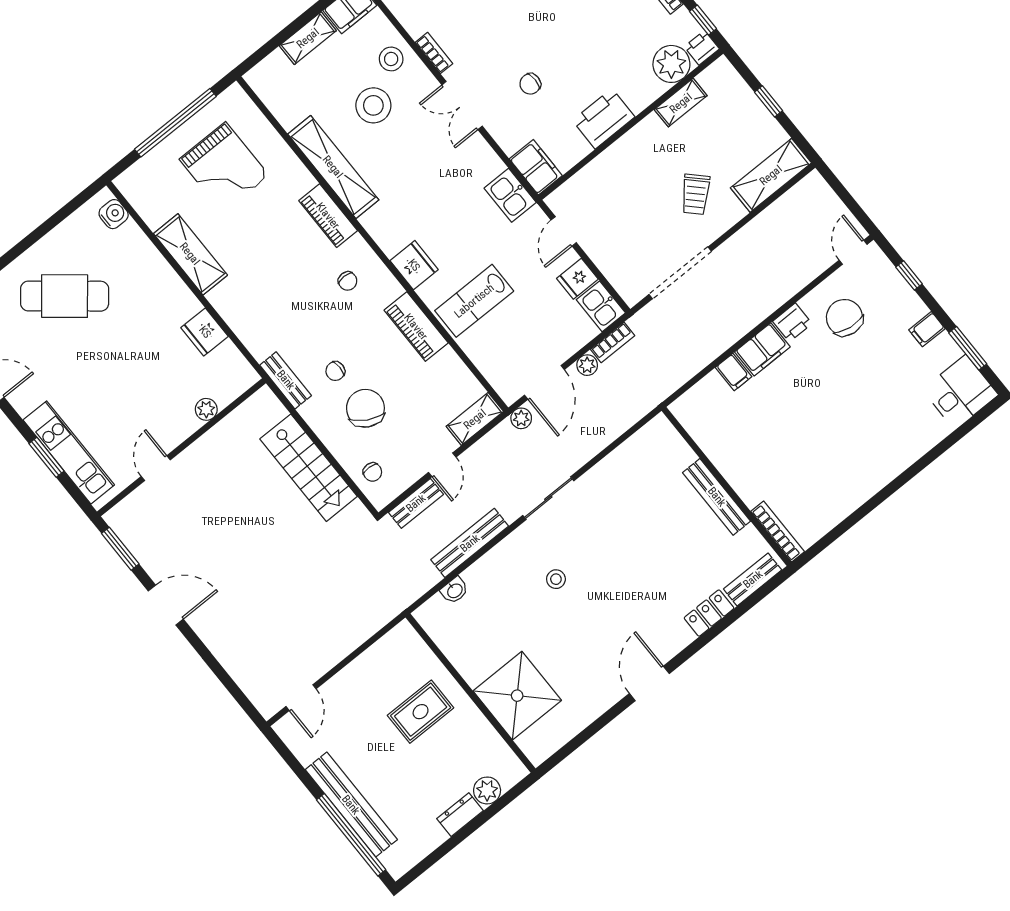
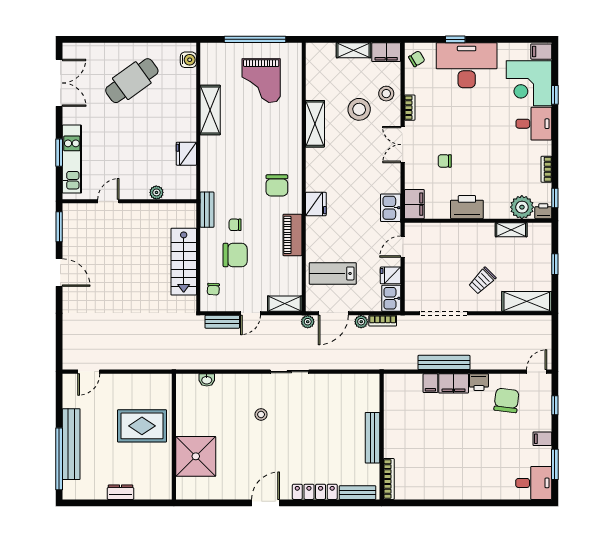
shelving: (333, 167) -> (315, 124), width x0.68
piano: (328, 216) -> (293, 146), removed
chair: (348, 281) -> (277, 185), width x1.87, depth x1.87
cafe table: (65, 296) -> (132, 81), turned -75
lab bench: (474, 301) -> (333, 273), moved
chair: (365, 408) -> (235, 255), turned 61
bench: (470, 543) -> (444, 362), moved
locker: (709, 613) -> (315, 492), width x1.53
rug: (421, 712) -> (142, 426), width x1.36, depth x1.43
plant: (487, 790) -> (143, 491), removed

